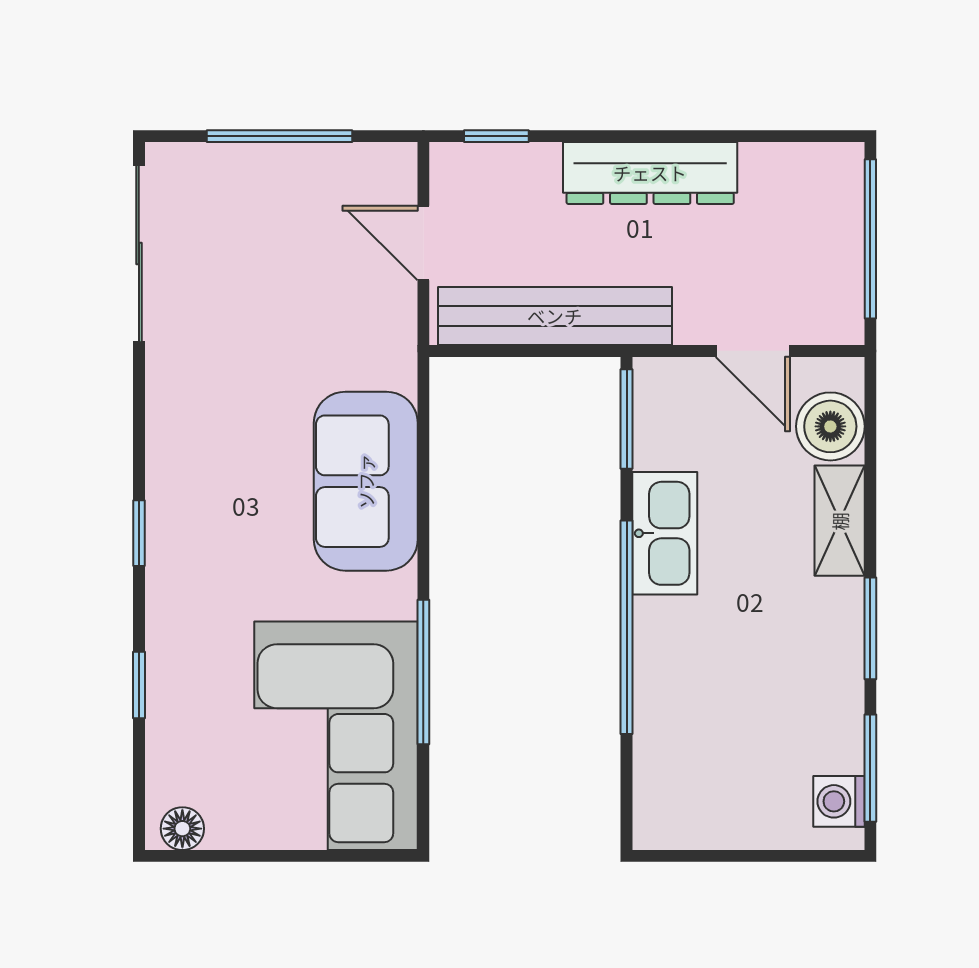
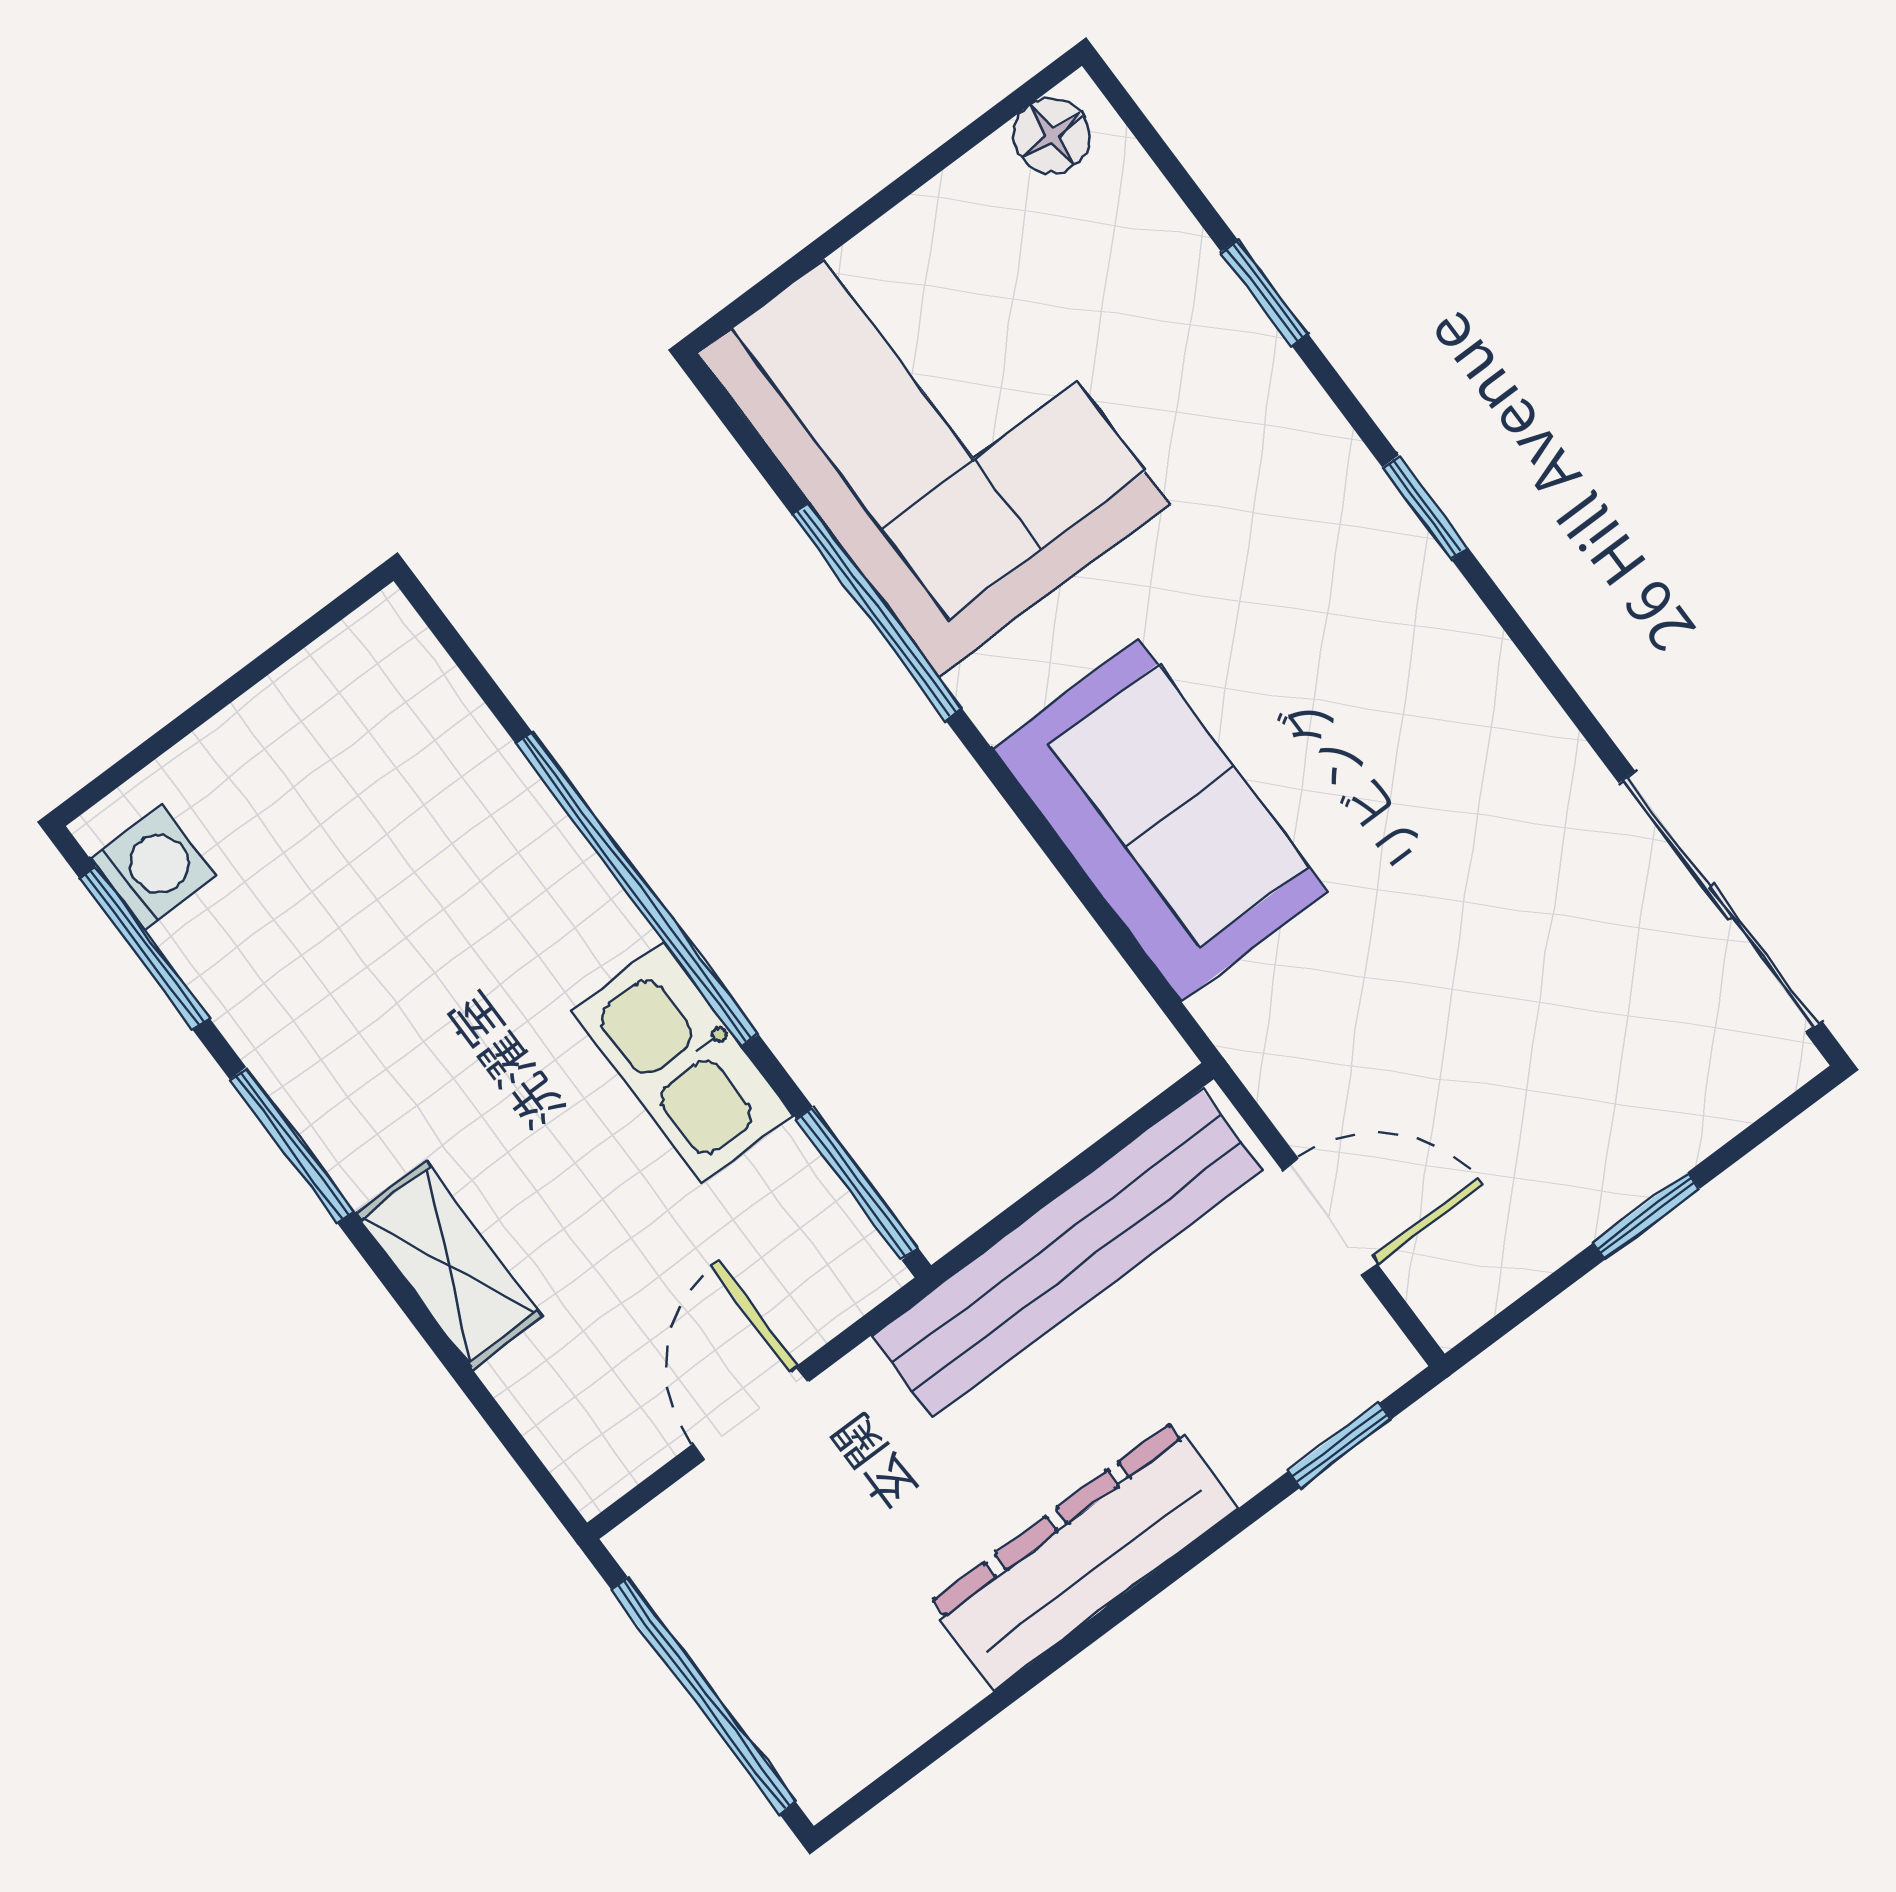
window: (280, 136) -> (1646, 1216), width x0.46
door: (753, 351) -> (751, 1413), hinge flipped
boiler: (830, 426) -> (562, 1388), removed

